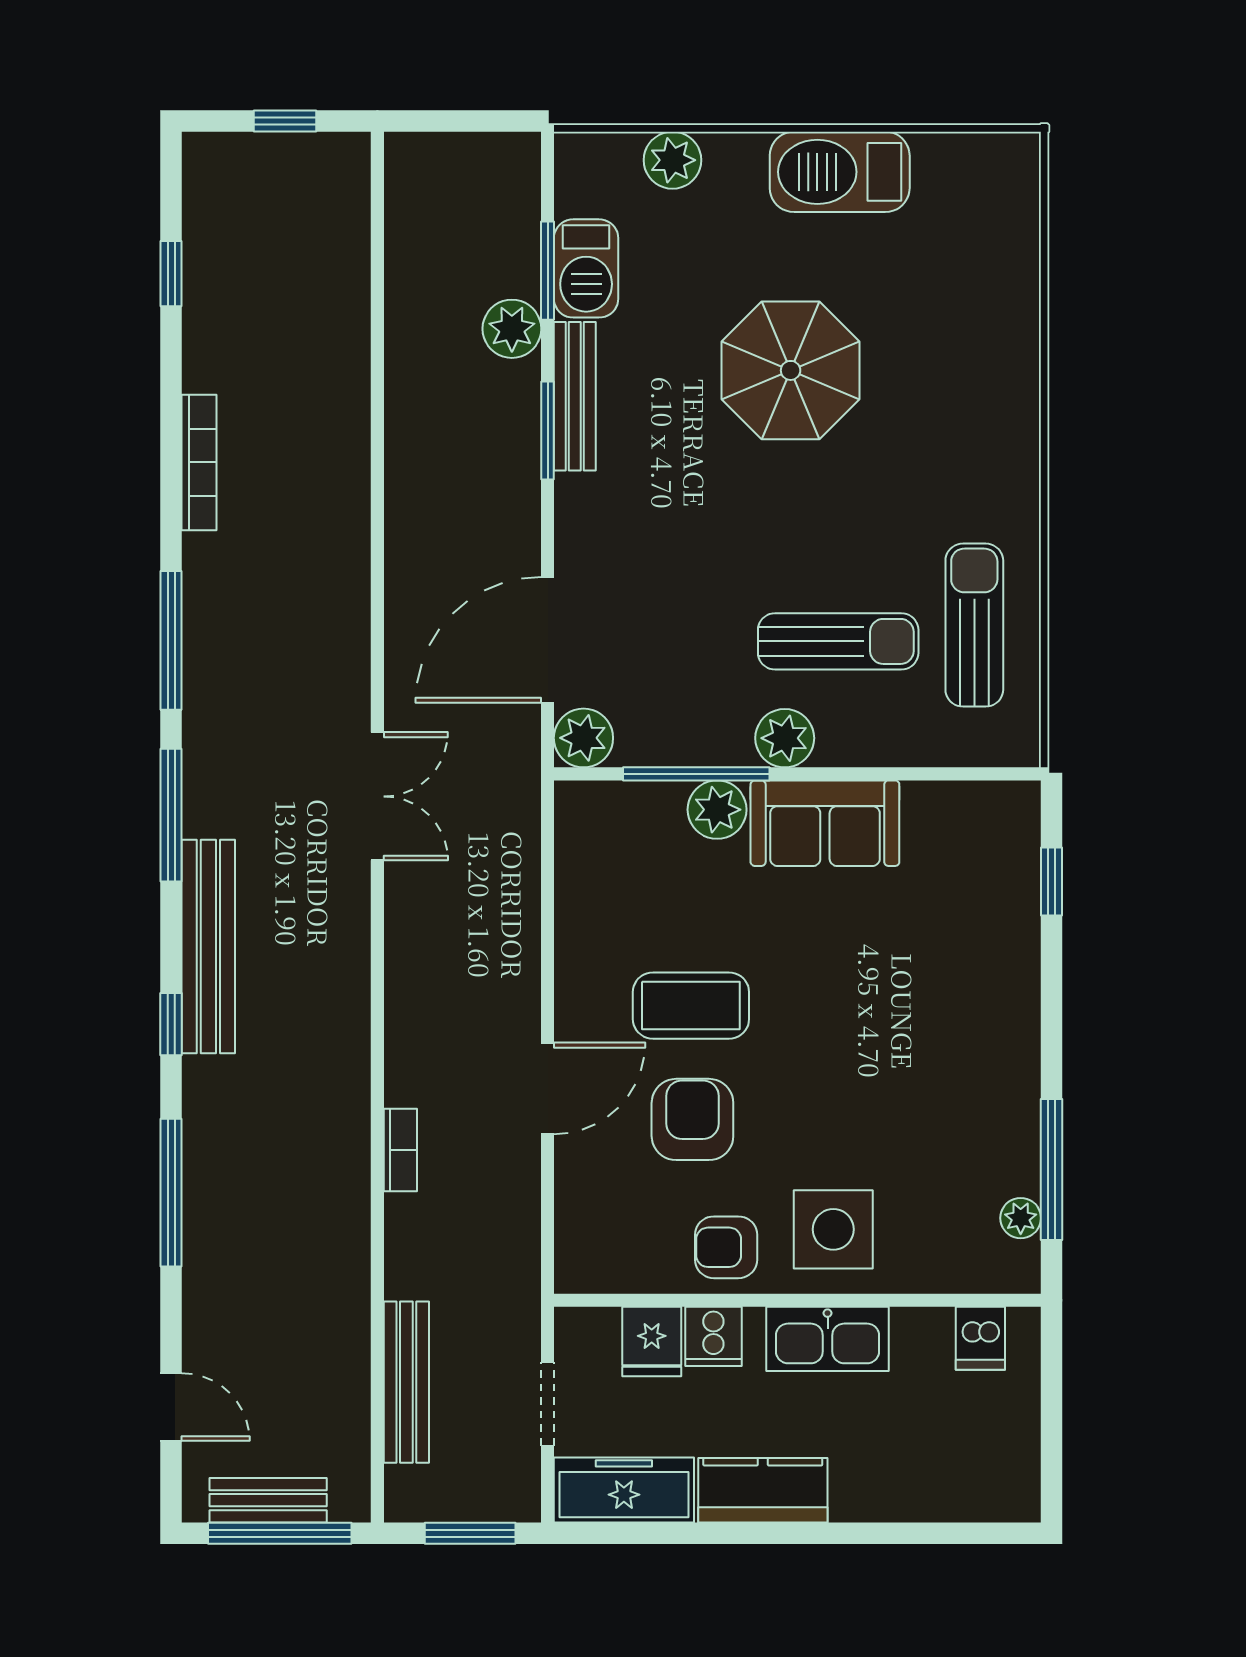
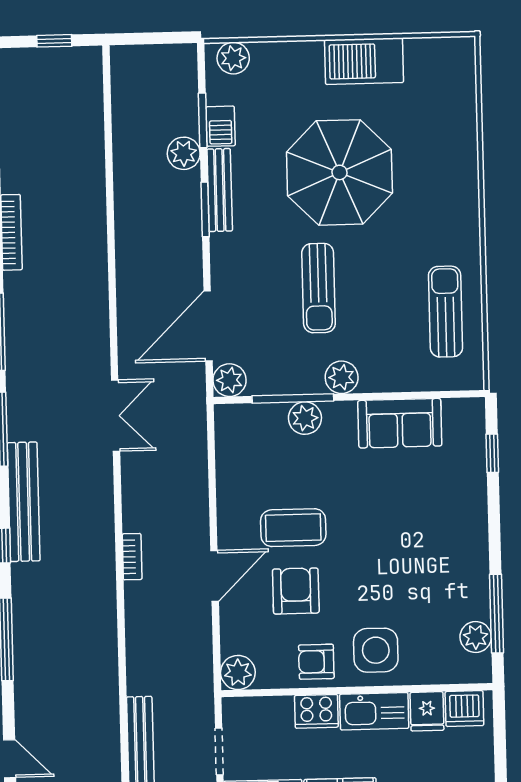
plant: (672, 160) -> (233, 58), moved
barbecue: (586, 268) -> (221, 126), width x0.73, depth x0.79
parasol: (791, 370) -> (339, 172), width x1.36, depth x1.36
sun lounger: (838, 641) -> (319, 288), moved, turned 90
sofa: (825, 823) -> (400, 423), moved
bookcase: (400, 1150) -> (132, 557), moved
plant: (1021, 1218) -> (476, 637), width x1.38, depth x1.38
plant: (585, 1263) -> (238, 673), added
cooker: (713, 1336) -> (316, 711), width x1.36
dishwasher: (980, 1338) -> (464, 708), width x1.38
fridge: (652, 1342) -> (427, 711), moved

